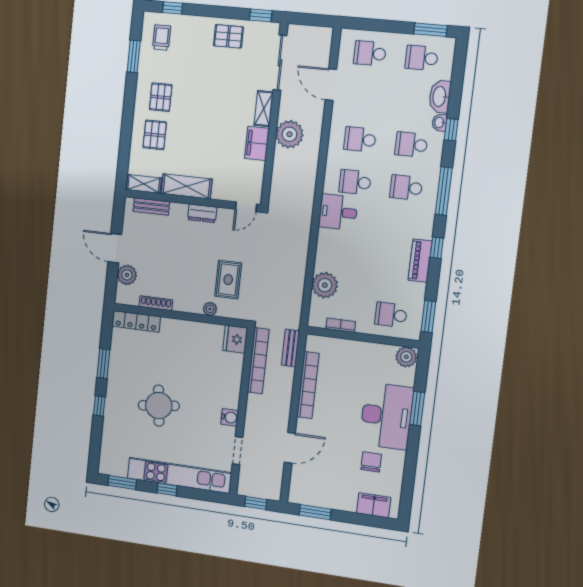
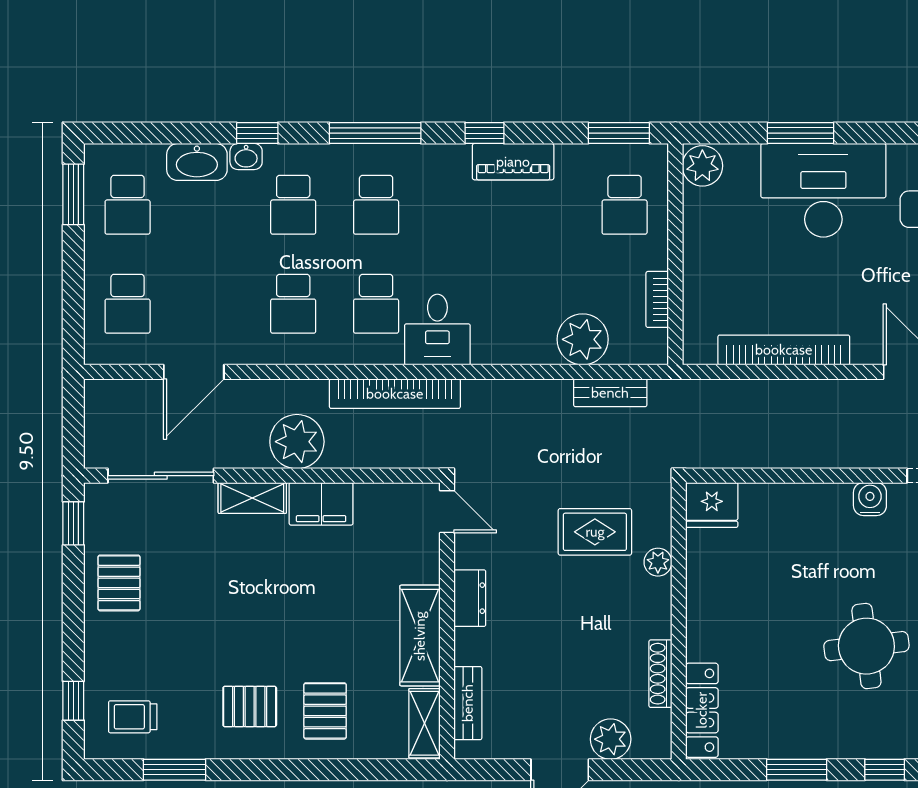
pallet: (155, 135) -> (325, 711), turned 90
bench: (291, 348) -> (610, 393), moved
bookcase: (258, 361) -> (395, 394), moved, turned 180

